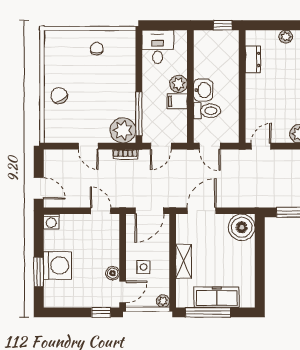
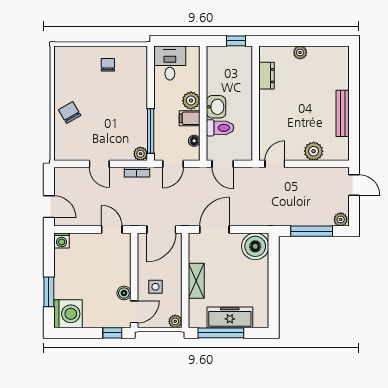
floor lamp: (182, 123) -> (194, 141), added
plant: (123, 130) -> (140, 154), width x0.53, depth x0.53
washing machine: (57, 266) -> (68, 314), moved

